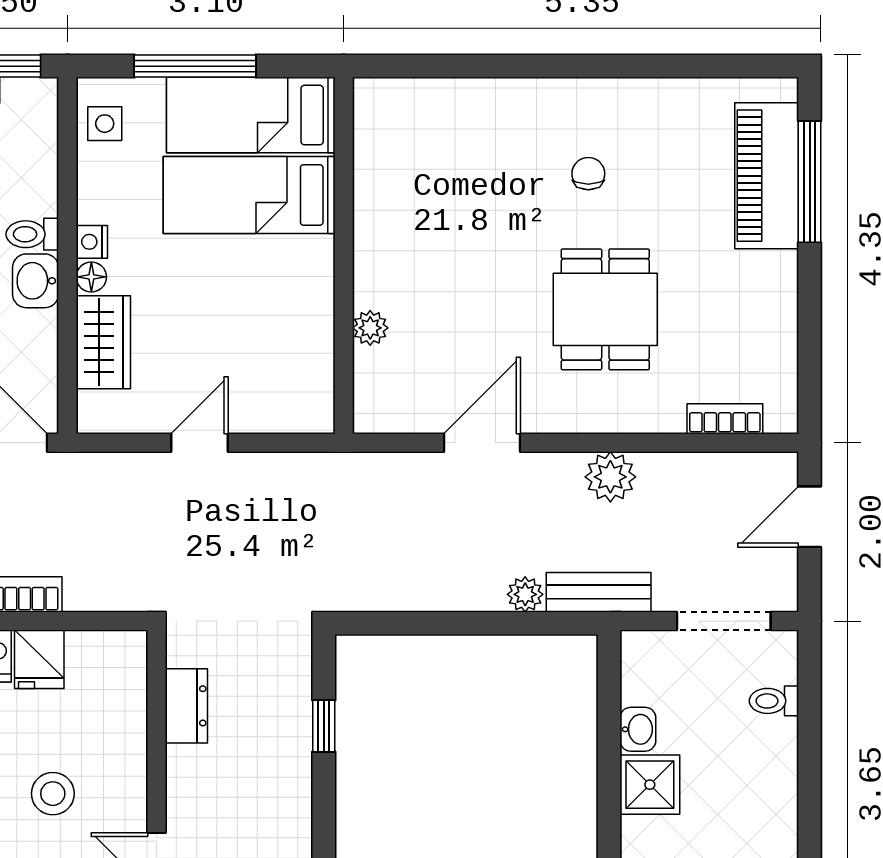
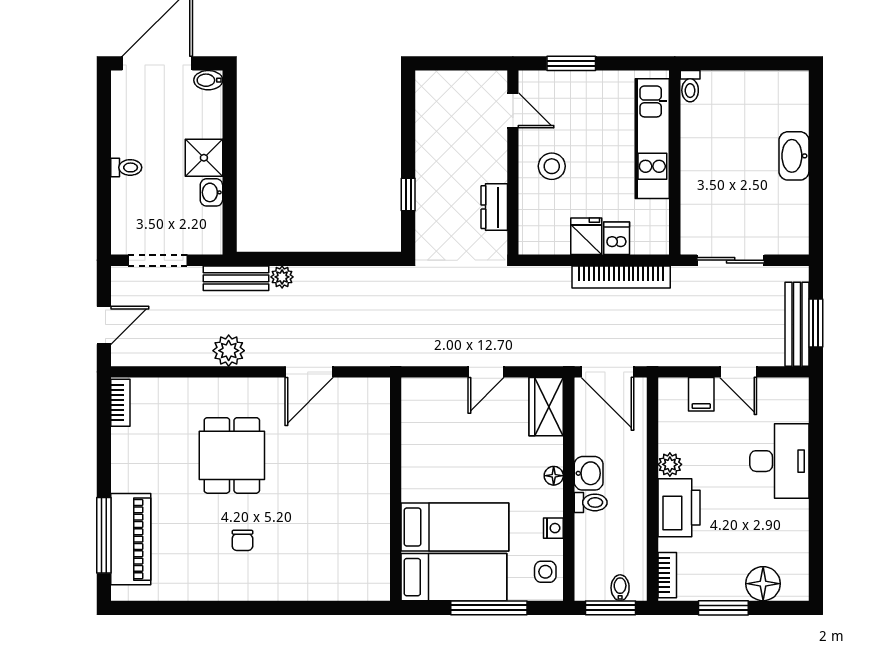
nightstand: (92, 242) -> (553, 528), moved
plant: (370, 328) -> (379, 444), removed
wardrobe: (103, 342) -> (546, 407), moved
bookcase: (725, 419) -> (120, 403), moved, turned -90
toilet: (774, 701) -> (126, 167), moved
stool: (53, 794) -> (552, 166), moved

